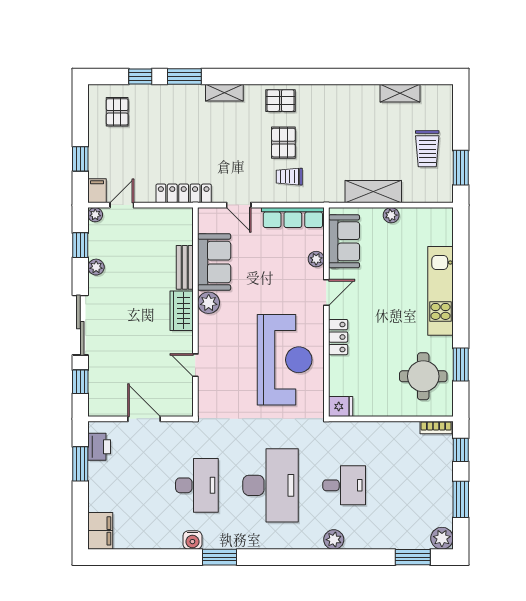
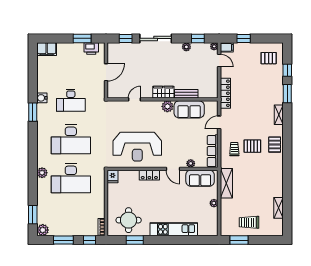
shelving: (373, 192) -> (226, 183), moved
desk: (344, 485) -> (71, 178), width x1.87, depth x1.30

